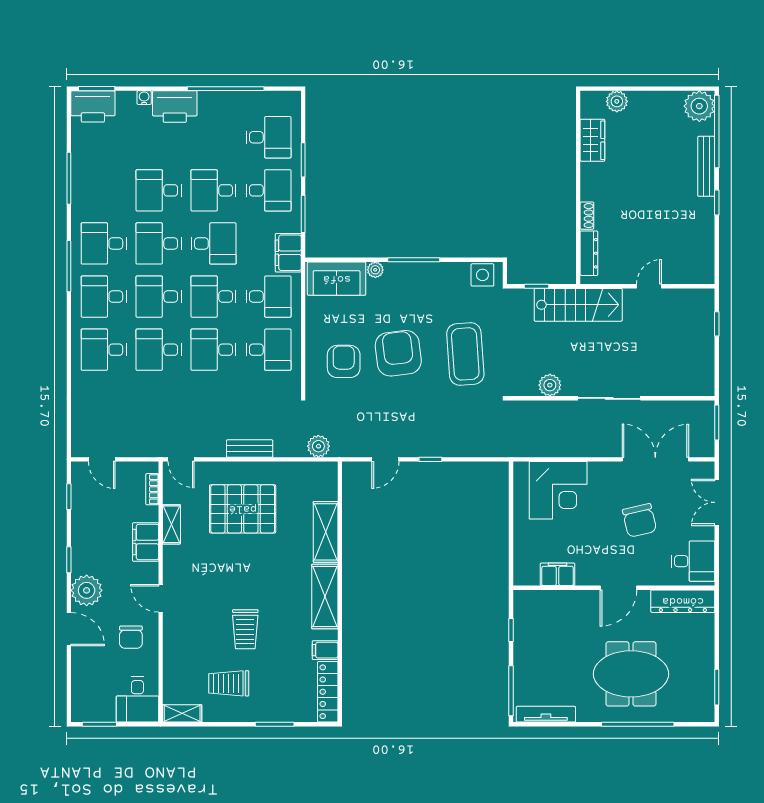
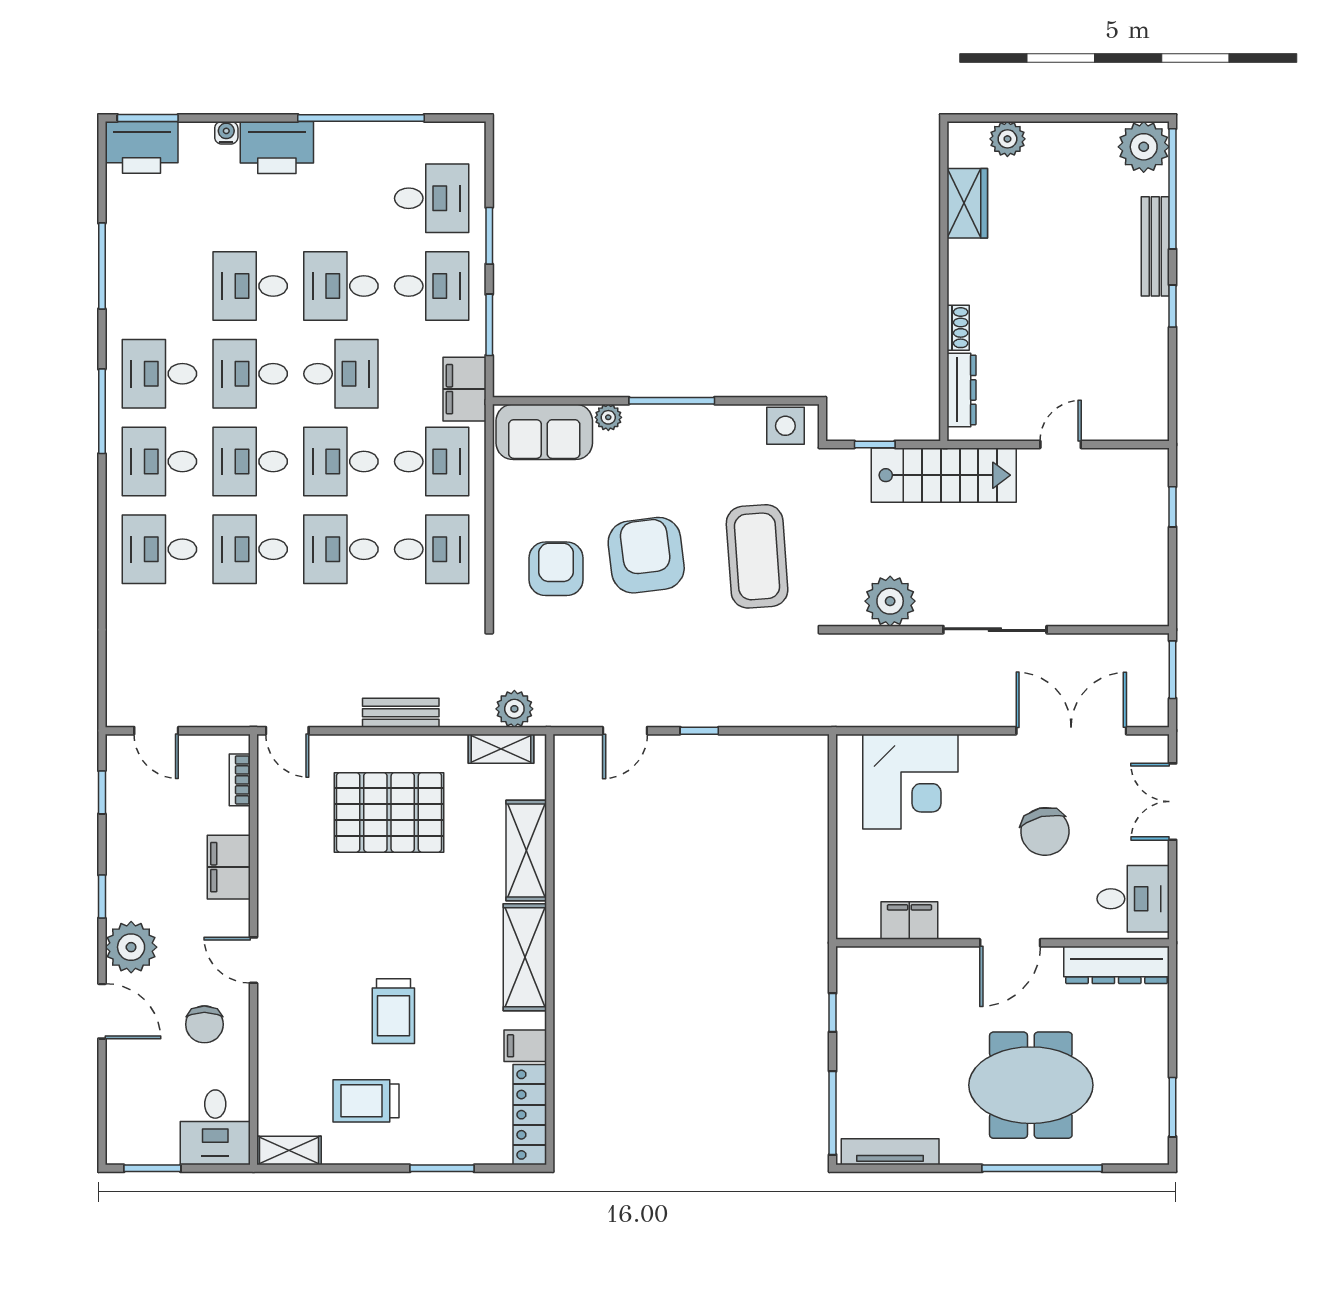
plant: (550, 385) -> (890, 601), width x1.36, depth x1.36
shelving: (171, 524) -> (501, 749), moved, turned 90

